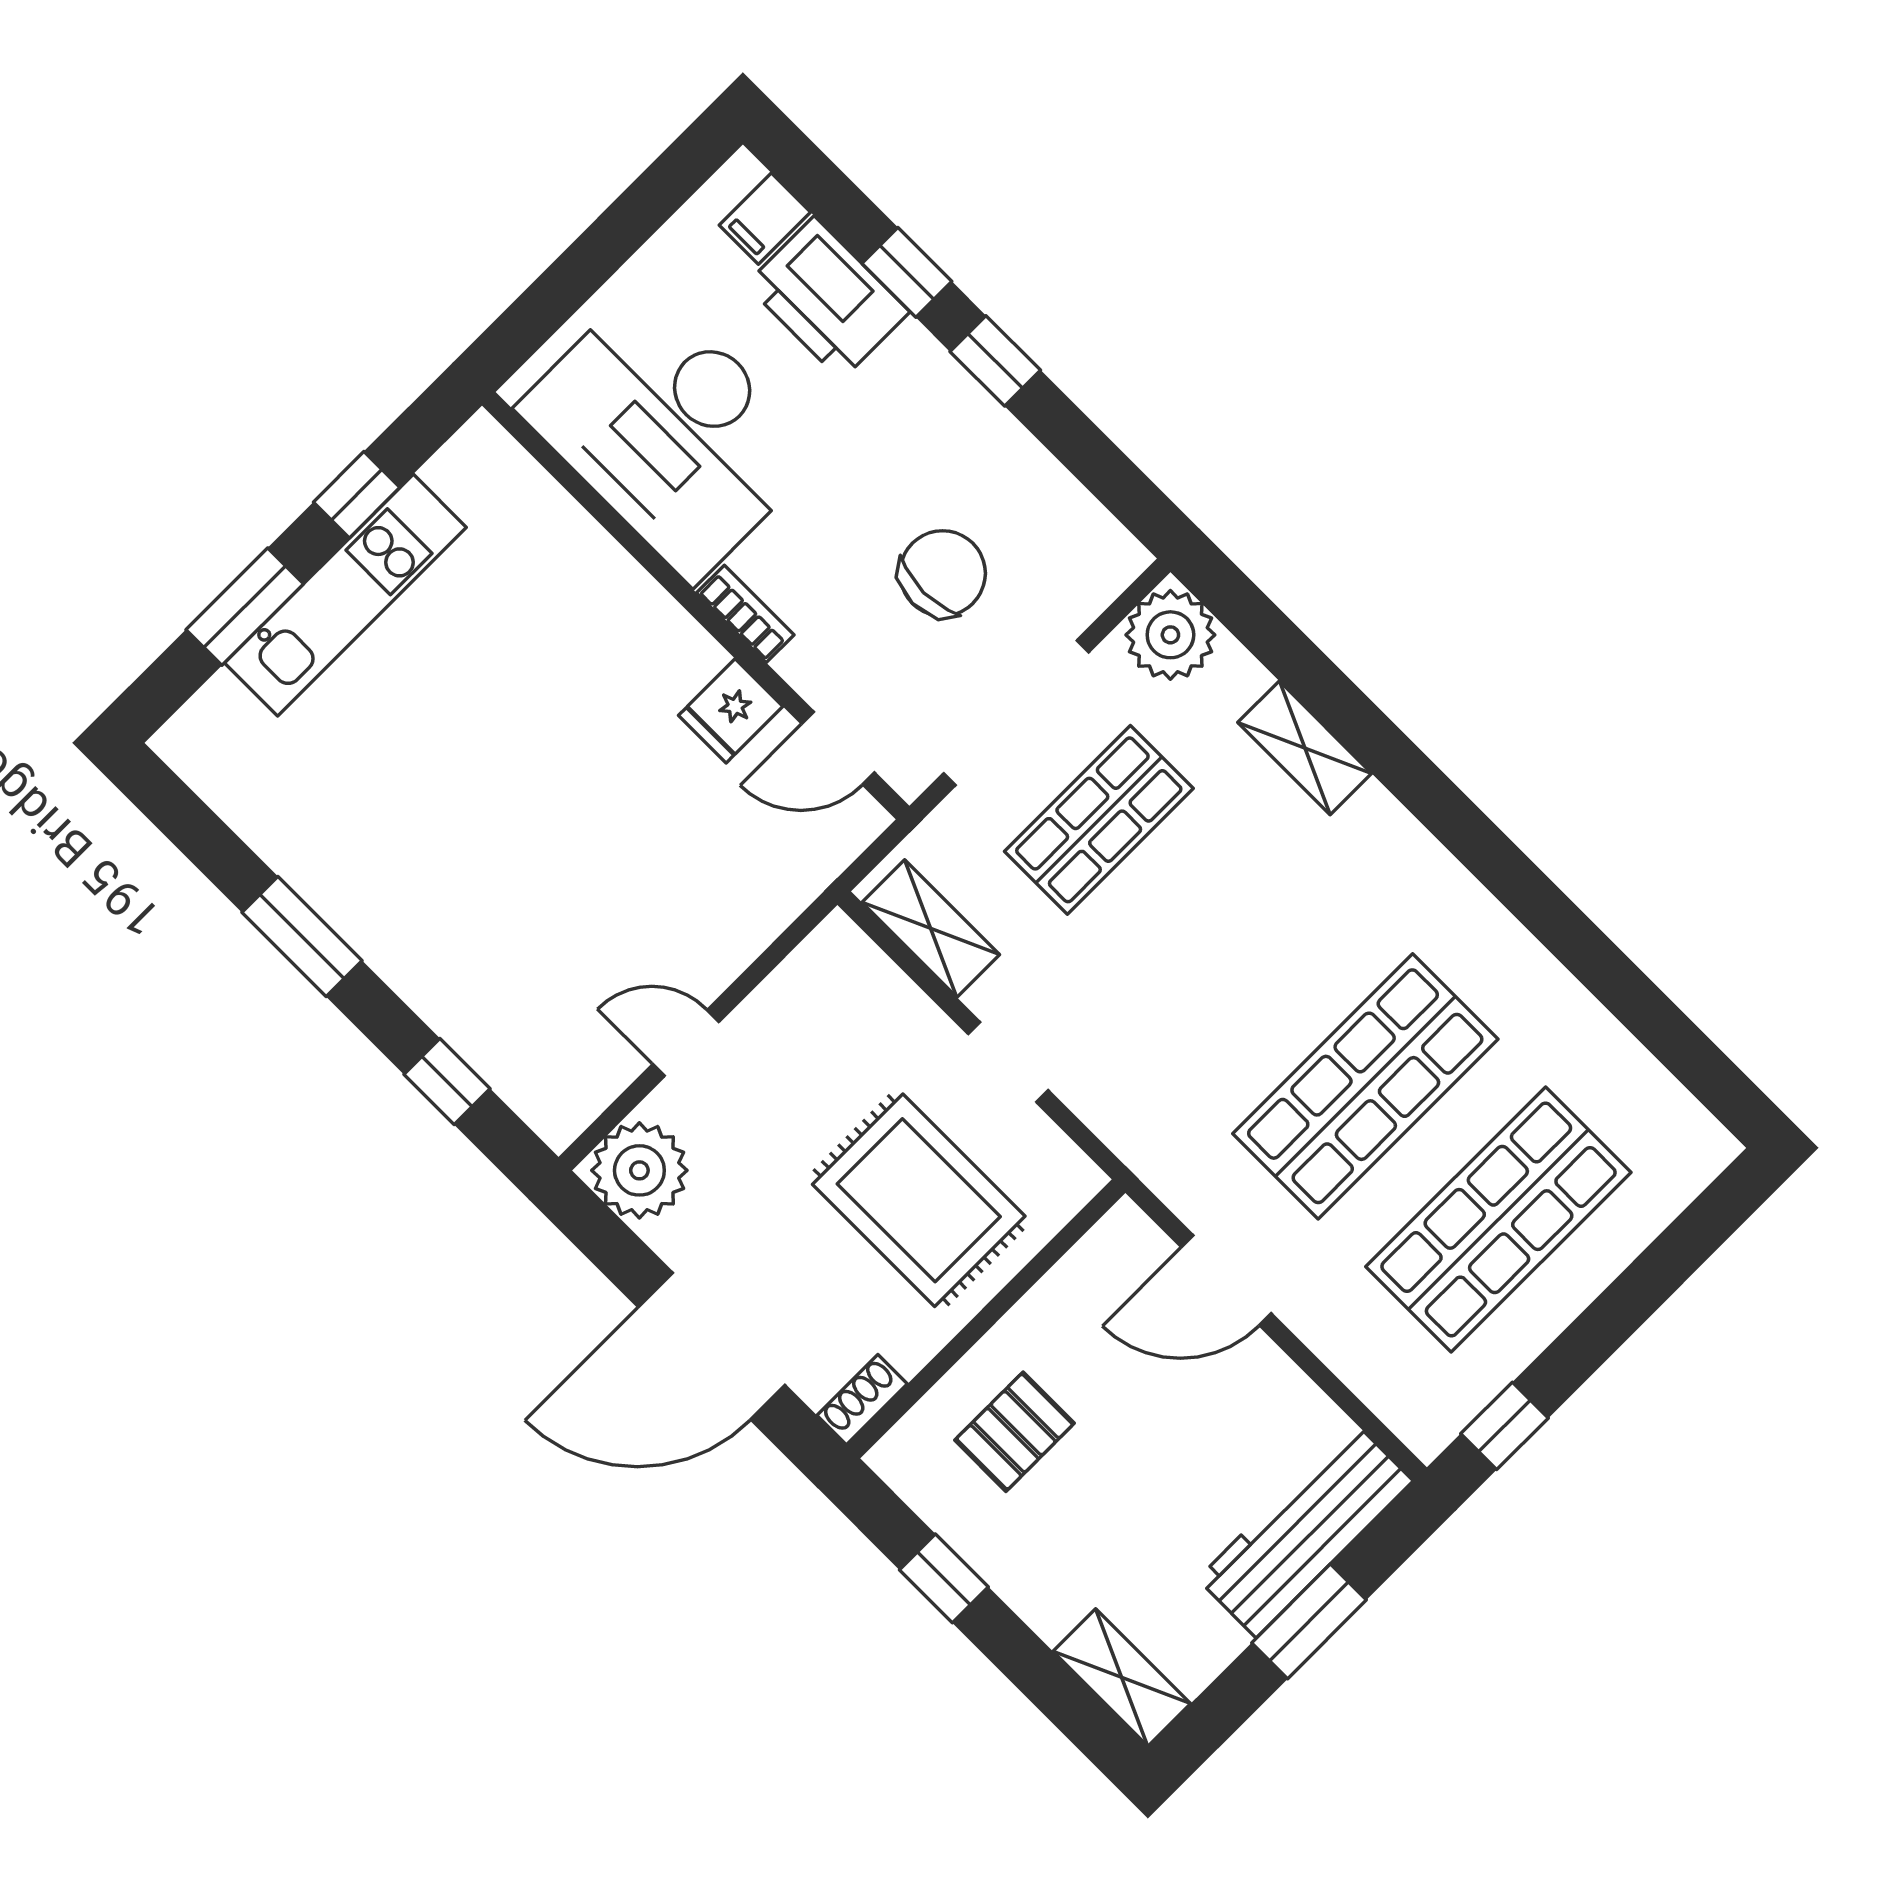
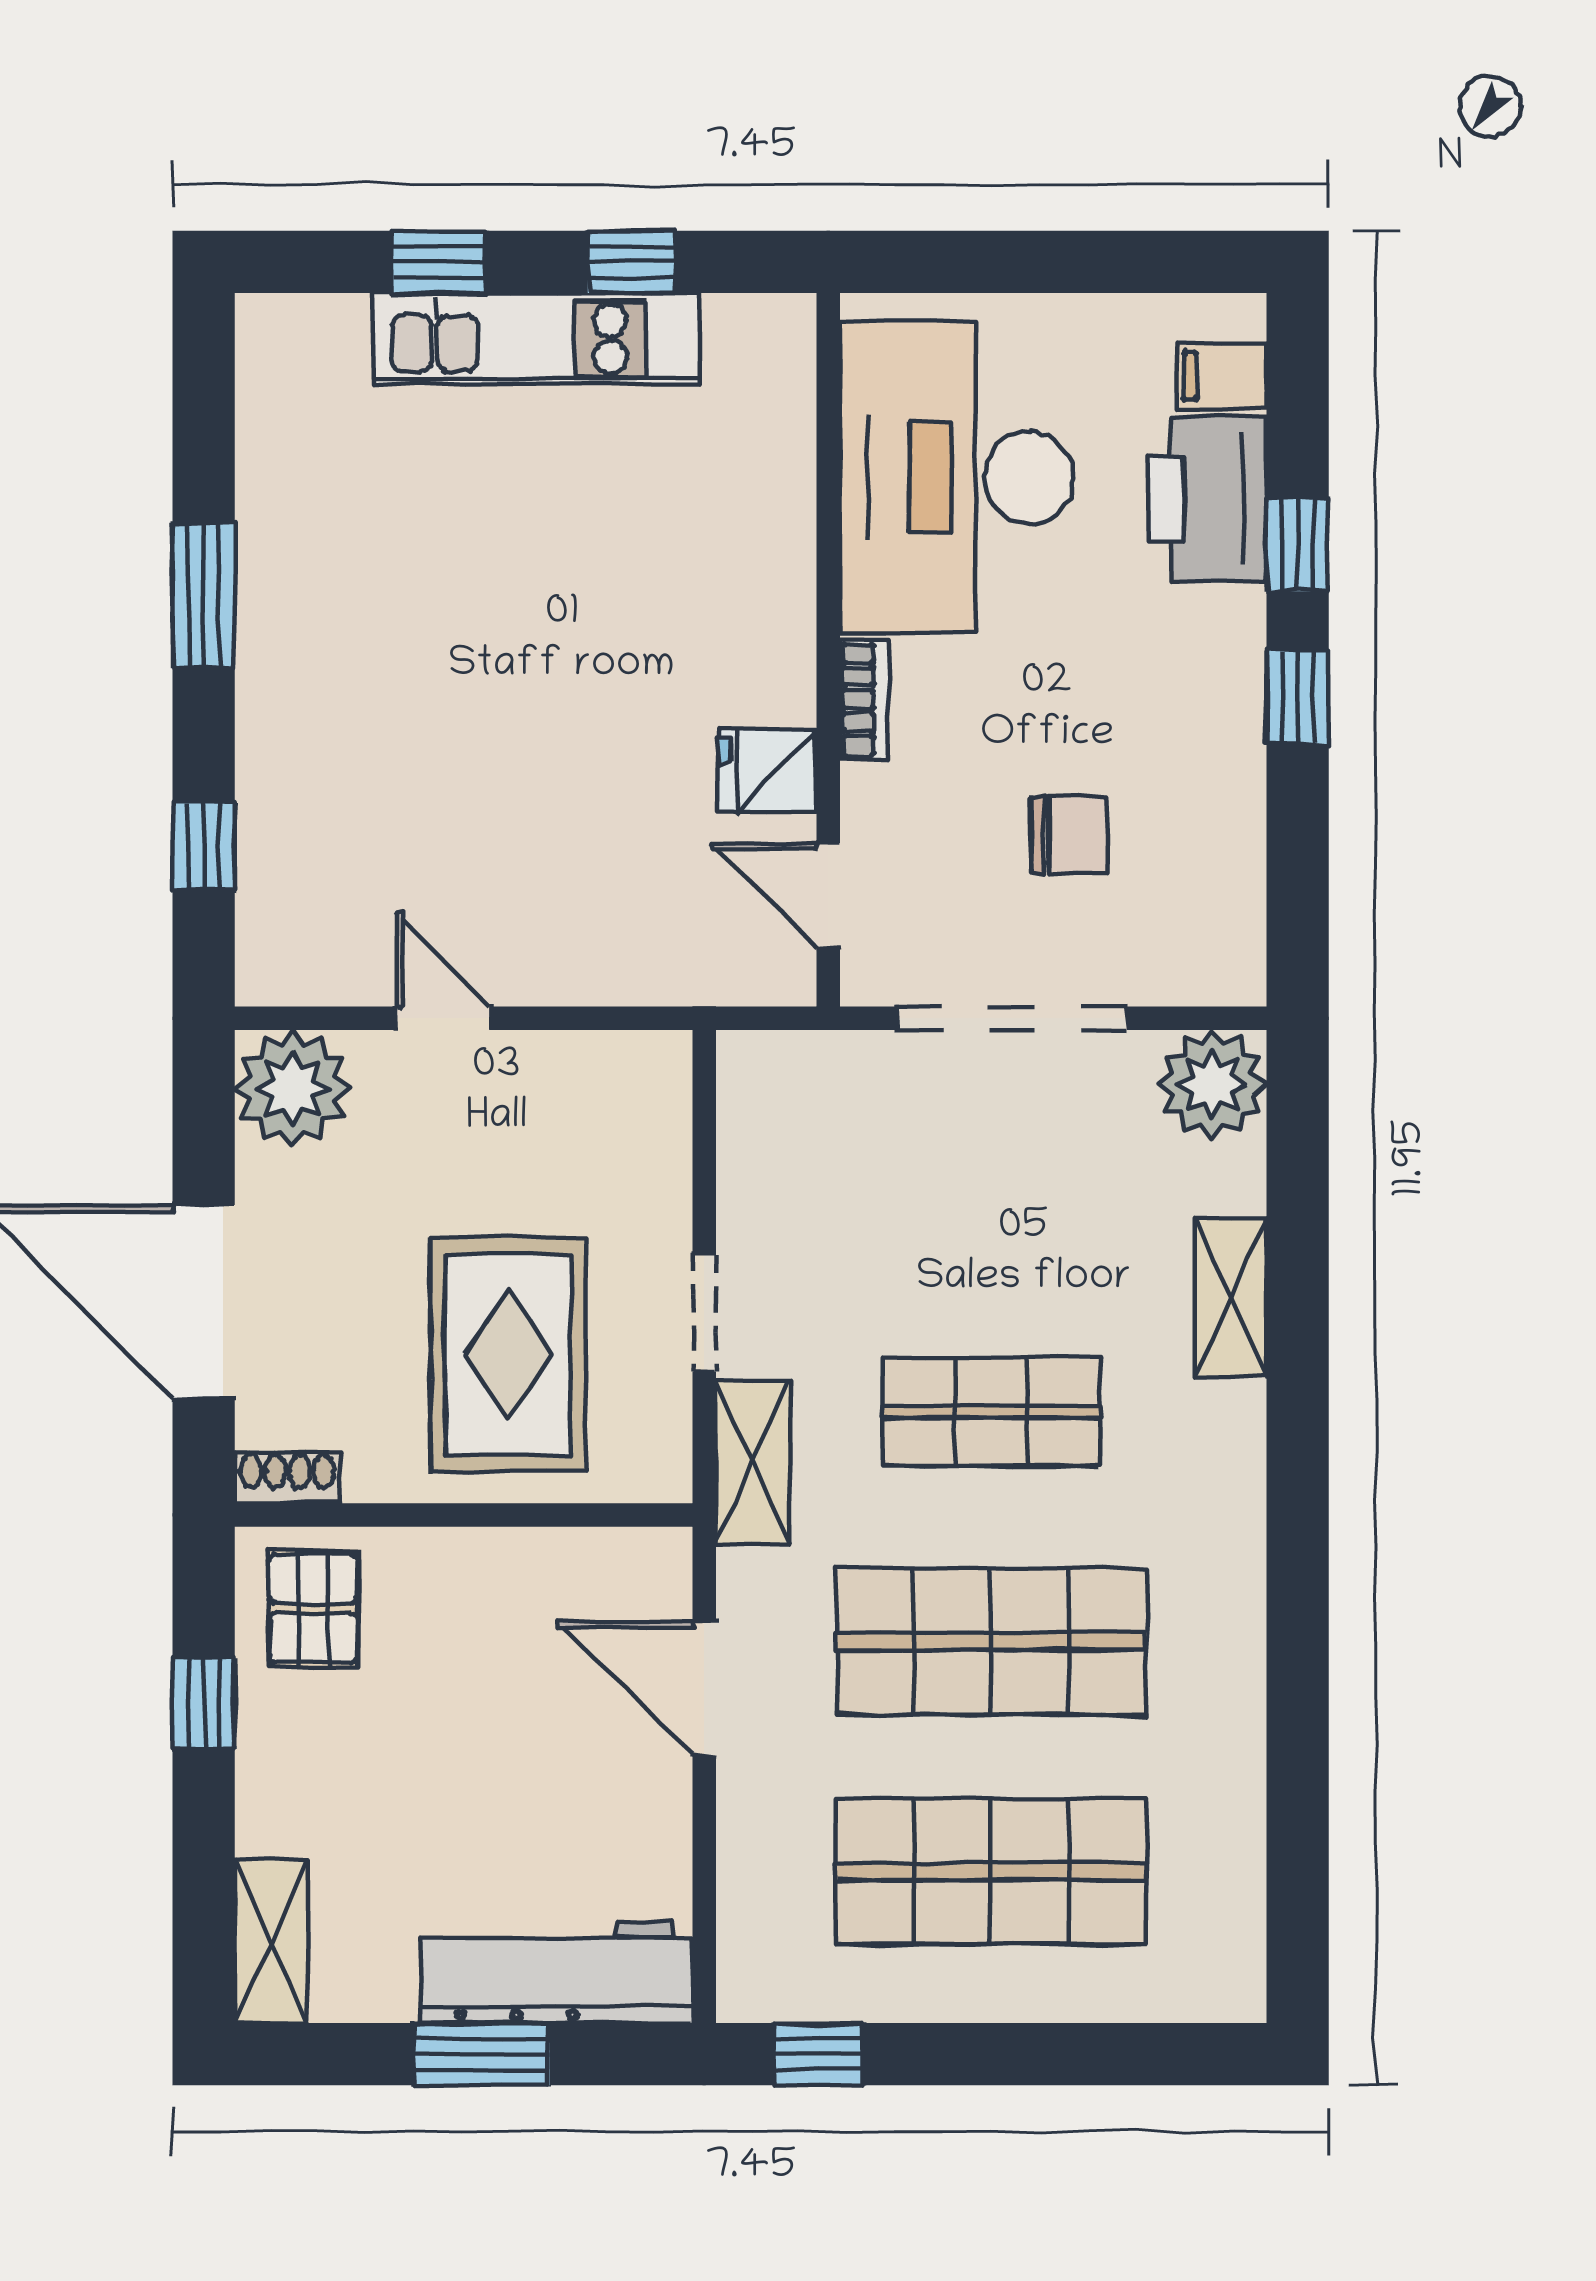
chair: (943, 573) -> (1069, 835), width x0.73, depth x0.73
window: (245, 607) -> (439, 262), width x0.67
shop shelf: (1099, 820) -> (991, 1412), moved
shelving: (931, 929) -> (753, 1463), moved
pallet: (1015, 1432) -> (313, 1608), moved, turned 90

